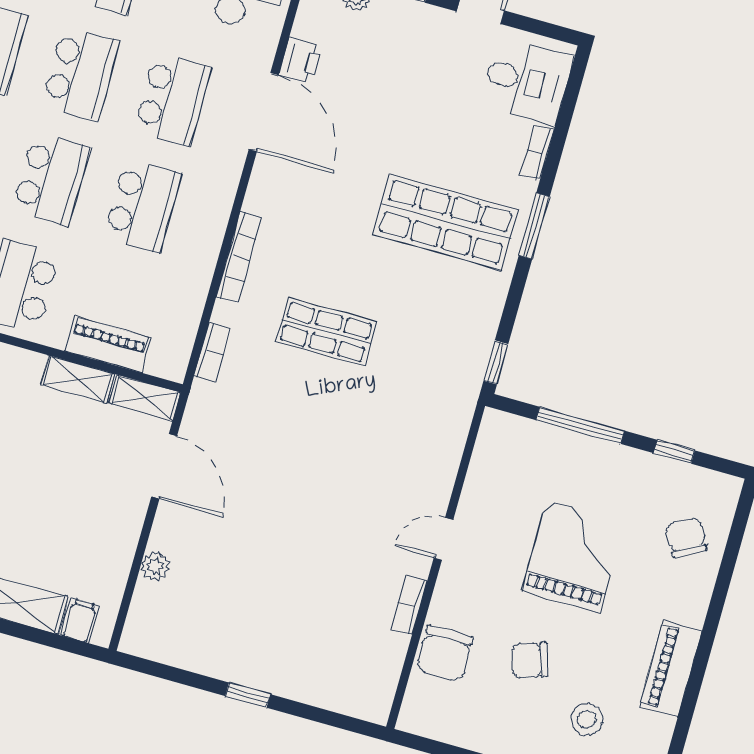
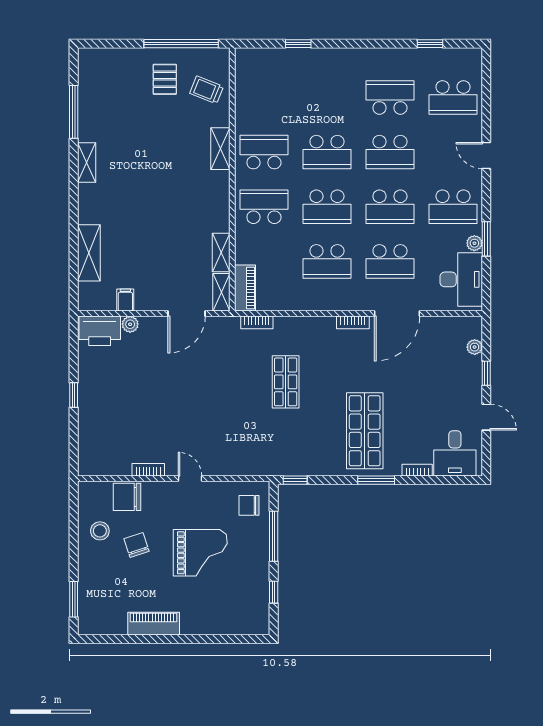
printer: (301, 60) -> (100, 331), moved, width x1.87, depth x1.48
bookcase: (239, 257) -> (353, 322), moved, width x0.64
piano: (108, 345) -> (245, 288), moved
chair: (686, 538) -> (249, 505), moved, turned -151
filing cabinet: (80, 620) -> (125, 300), moved, turned -90
stool: (587, 719) -> (100, 531), moved

